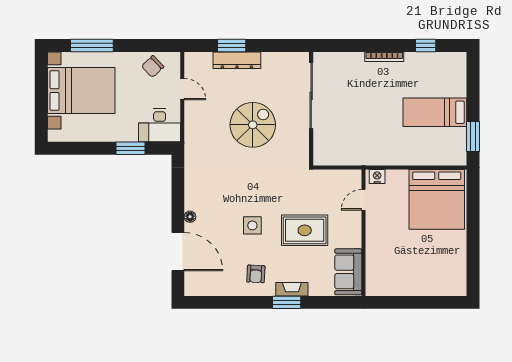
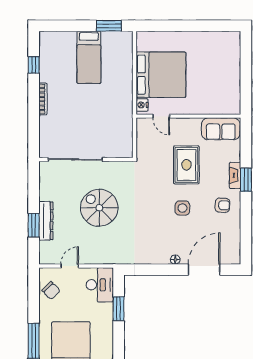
bed: (437, 199) -> (161, 75), moved

